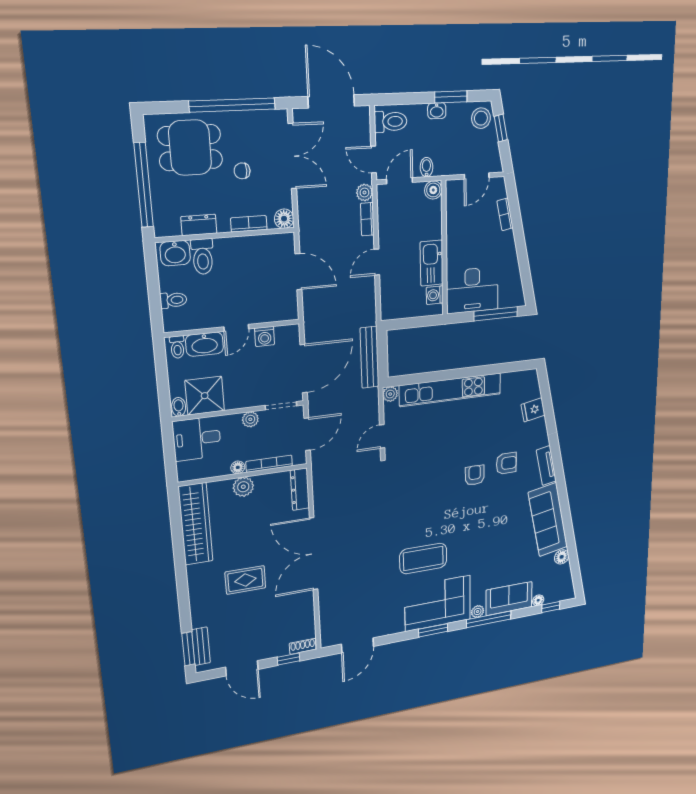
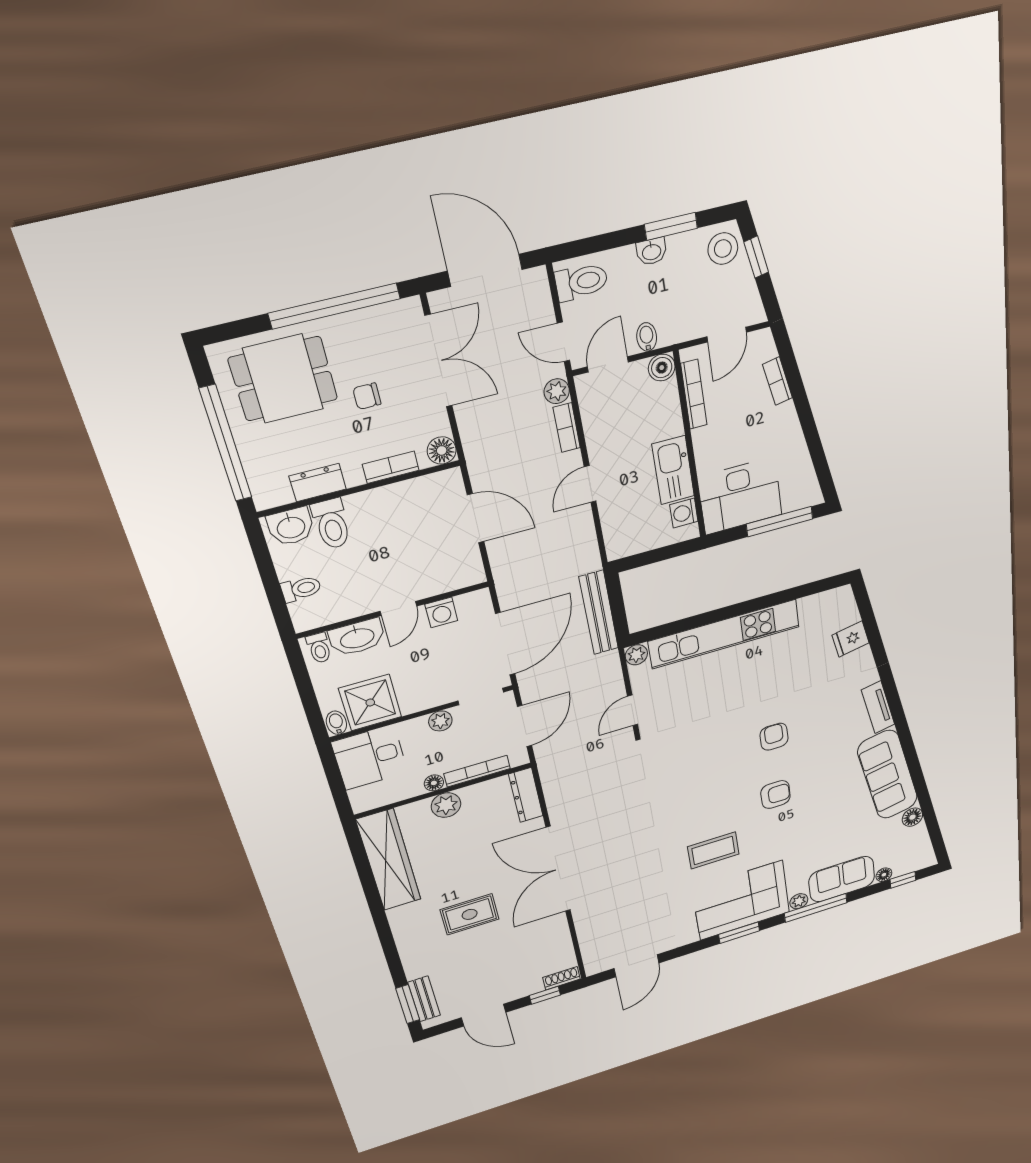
bookcase: (451, 213) -> (694, 394), added
armchair: (506, 463) -> (776, 795), moved
coffee table: (423, 559) -> (713, 850), width x0.73, depth x0.76

